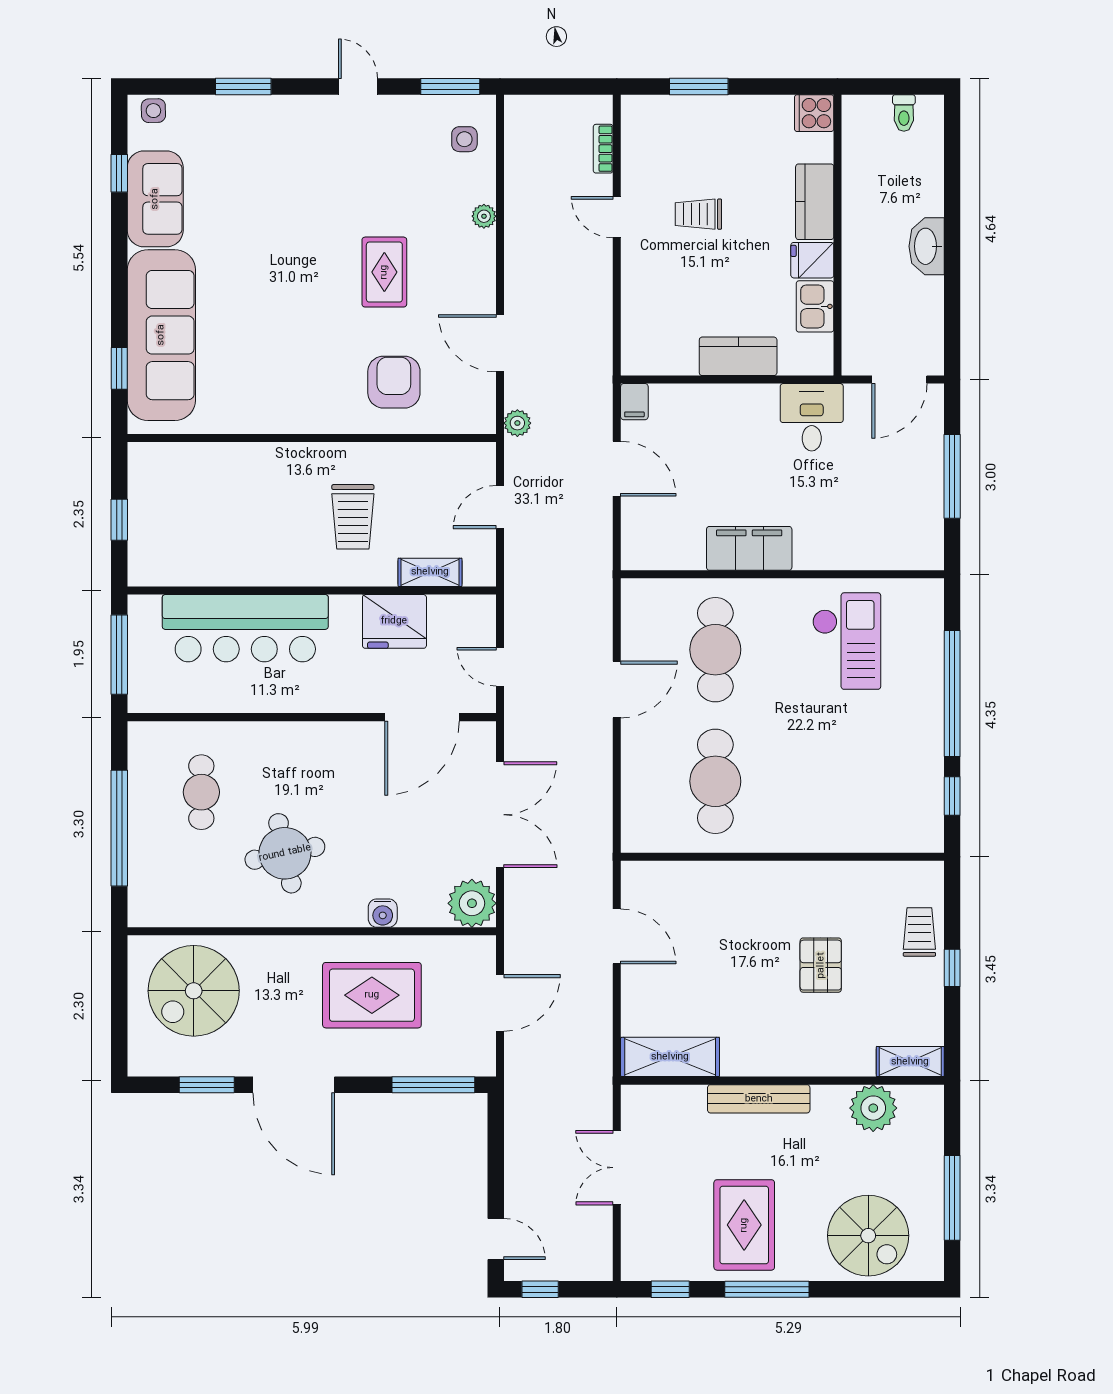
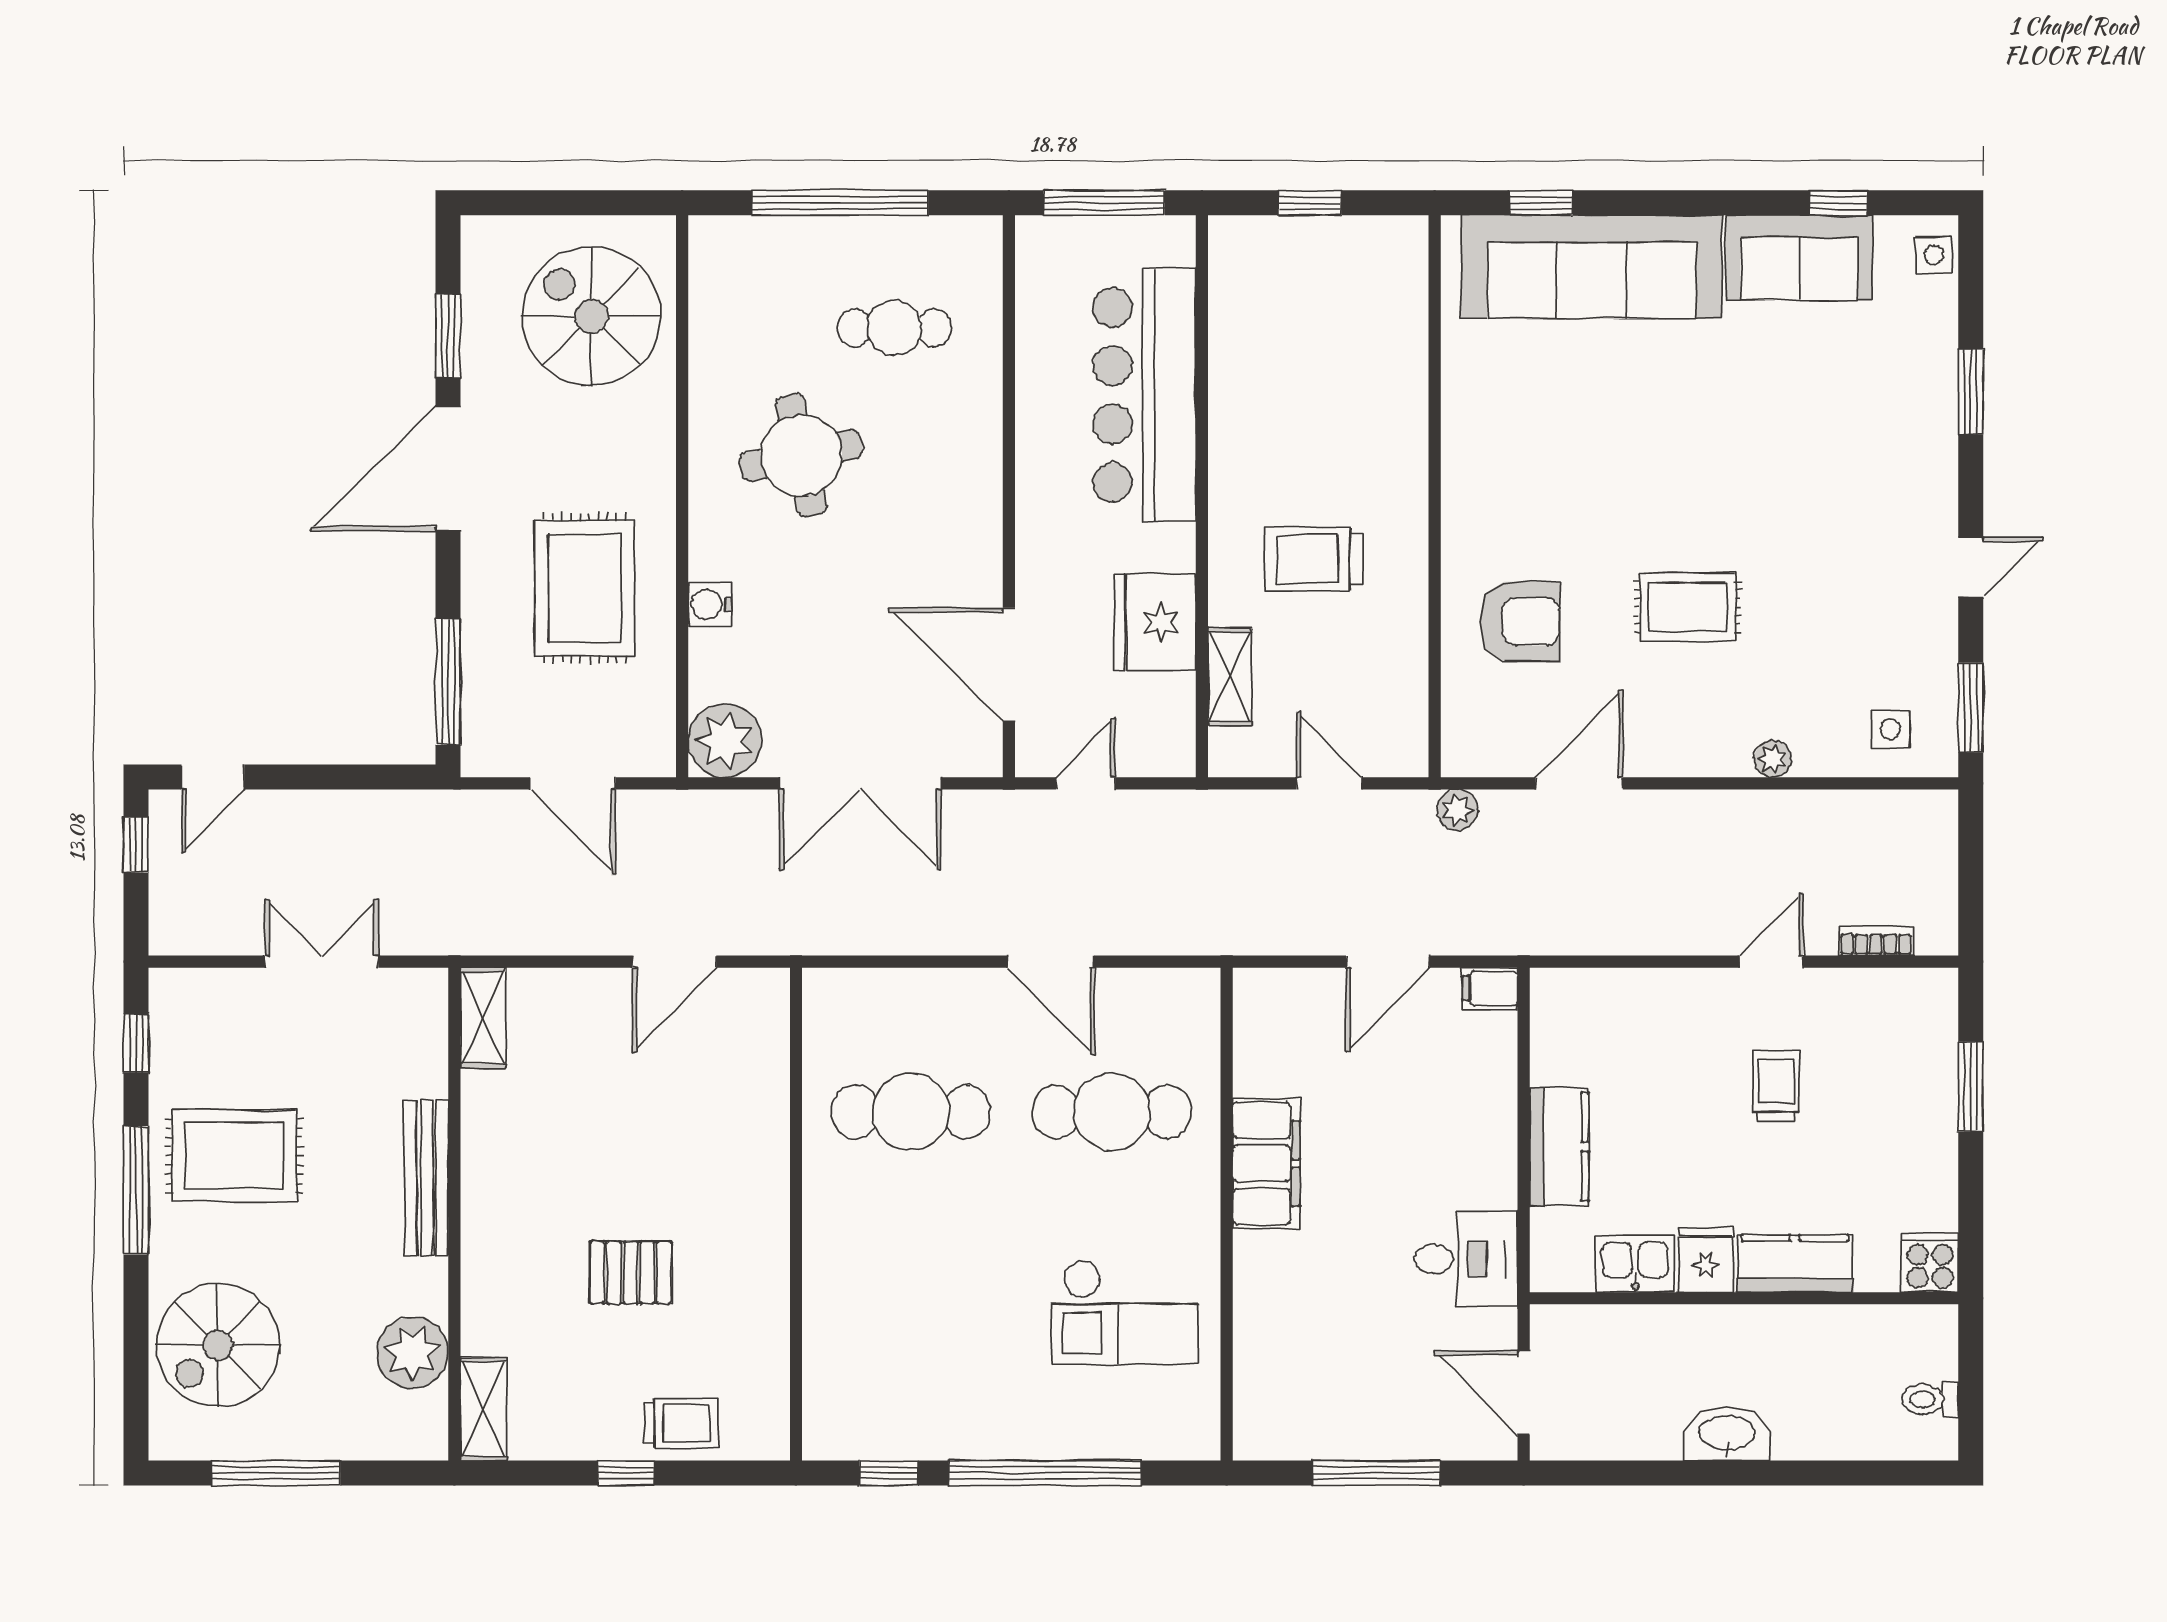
shelving: (670, 1057) -> (483, 1018), width x0.67, depth x0.75

